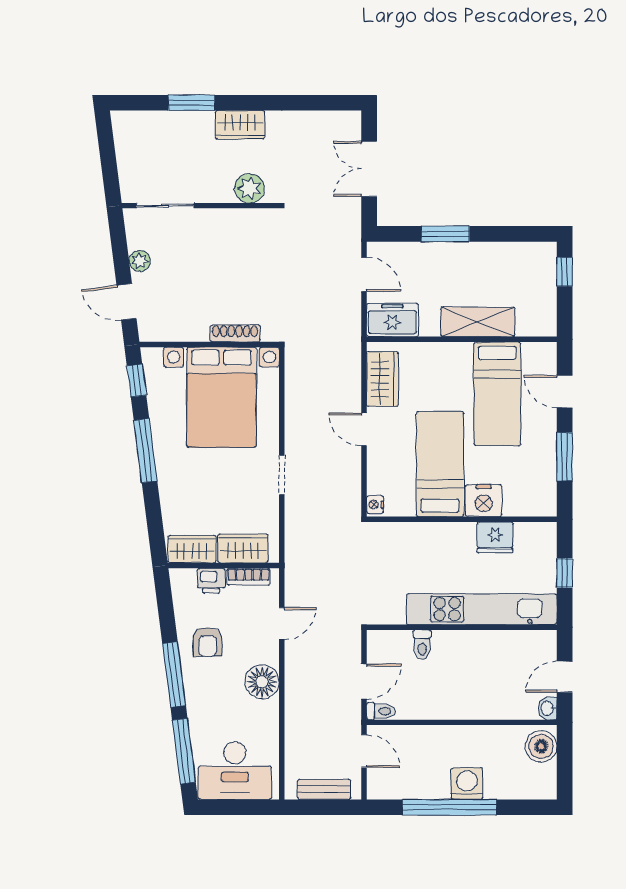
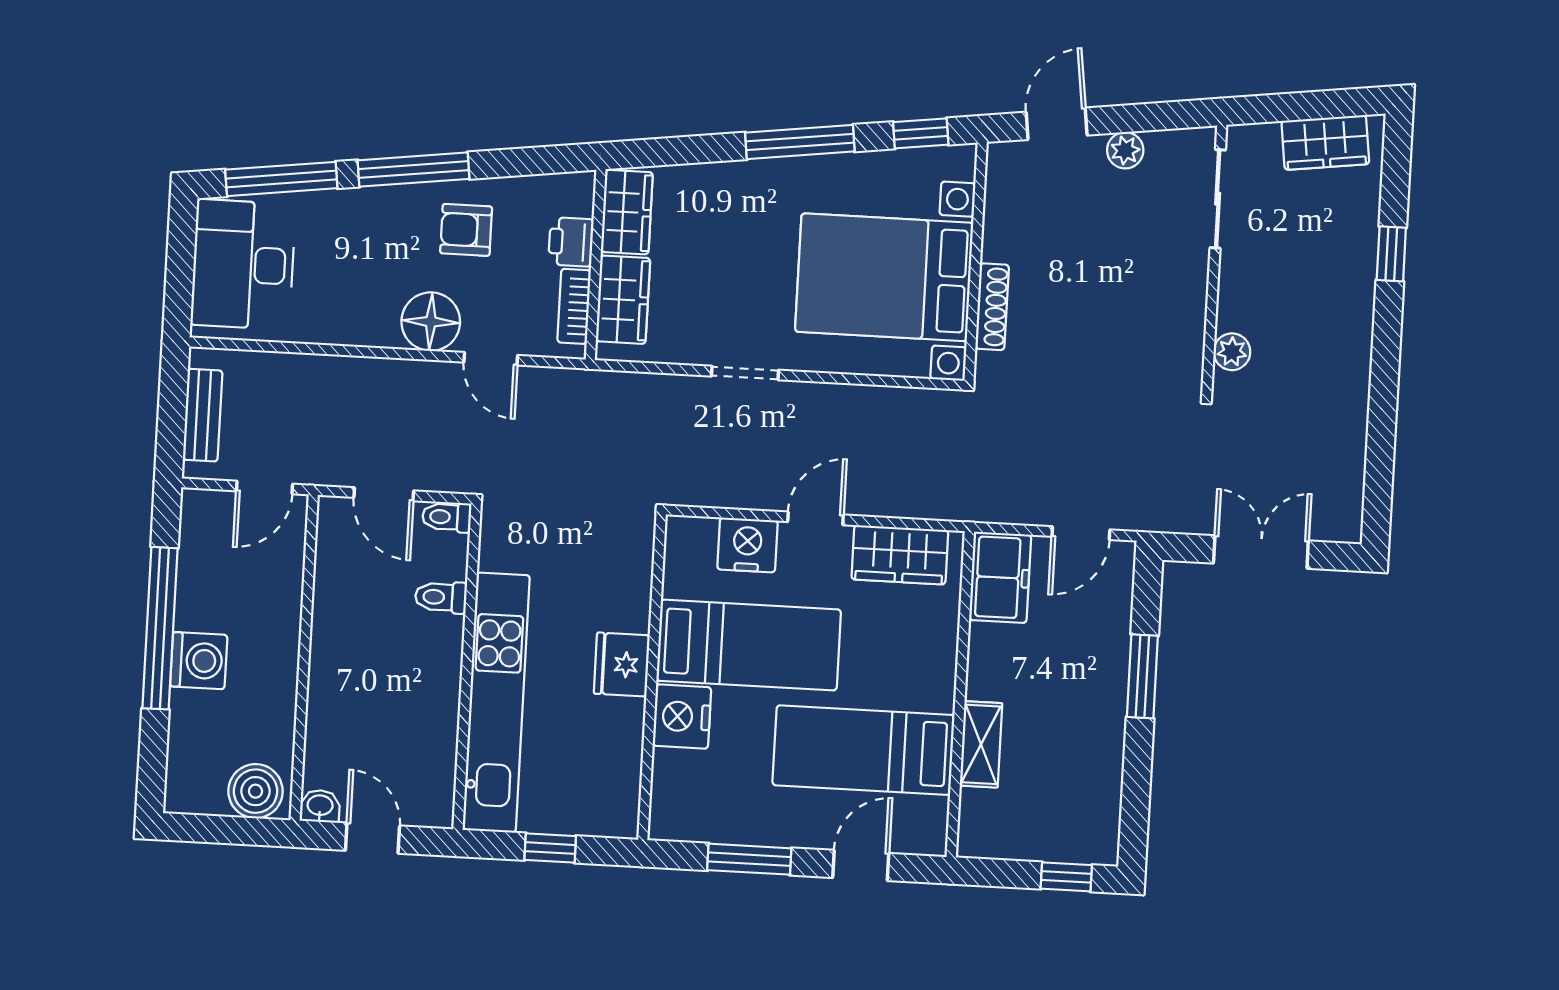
window: (191, 103) -> (1391, 254), width x0.67
wardrobe: (240, 125) -> (1325, 142), moved, turned -97
plant: (250, 188) -> (1232, 352), width x0.73, depth x0.73
shelving: (478, 322) -> (981, 744), width x0.67, depth x0.75
nightstand: (375, 505) -> (747, 545), moved, width x1.89, depth x1.79
fridge: (495, 537) -> (622, 664), moved
floor lamp: (262, 682) -> (431, 322), moved
toilet: (381, 711) -> (447, 517), moved, turned 90

